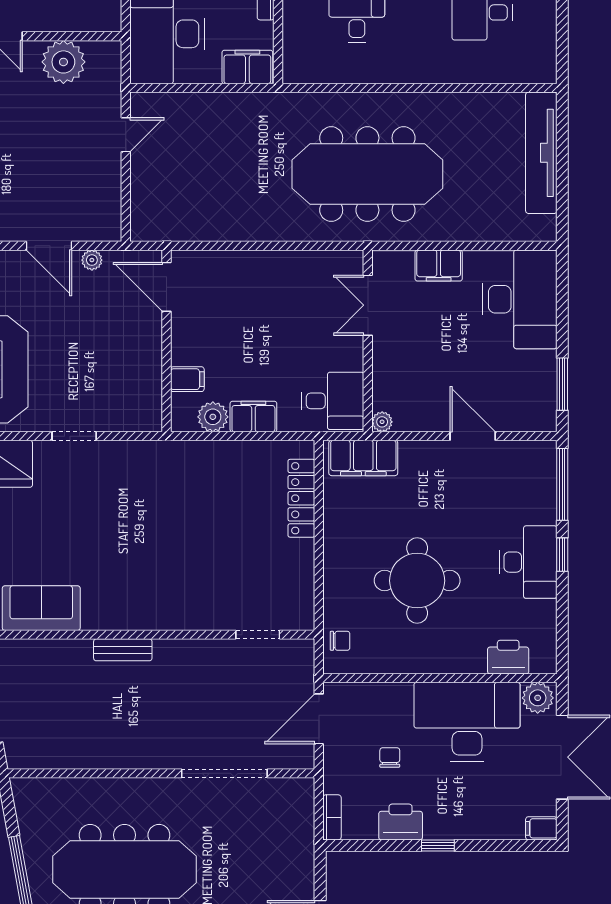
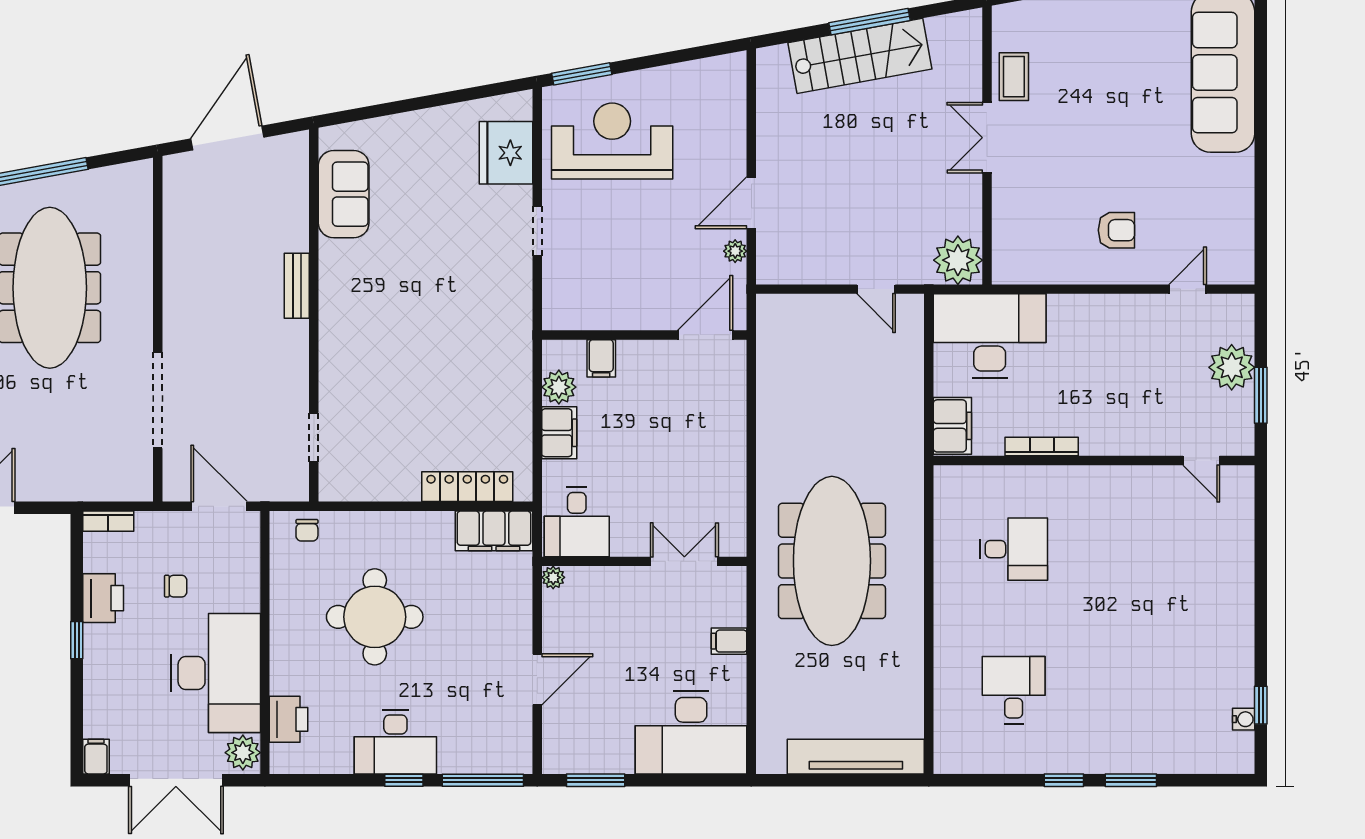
plant: (63, 62) -> (958, 260), moved
filing cabinet: (439, 265) -> (729, 641), width x0.50
filing cabinet: (363, 458) -> (494, 531), moved, turned -90

